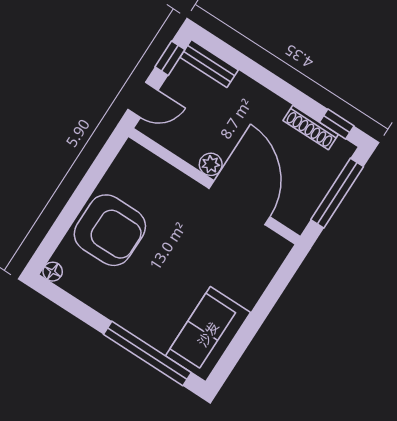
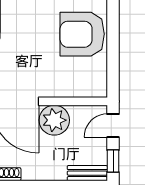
plant: (211, 164) -> (54, 120), width x1.87, depth x1.87

